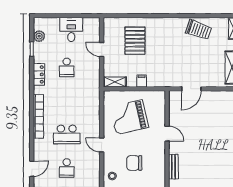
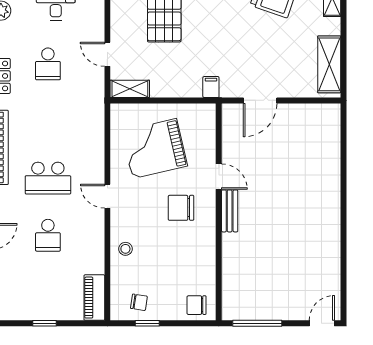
door: (102, 50) -> (107, 54), moved
filing cabinet: (142, 81) -> (211, 87), moved
chair: (134, 163) -> (181, 208), moved
bench: (173, 167) -> (230, 211), moved

